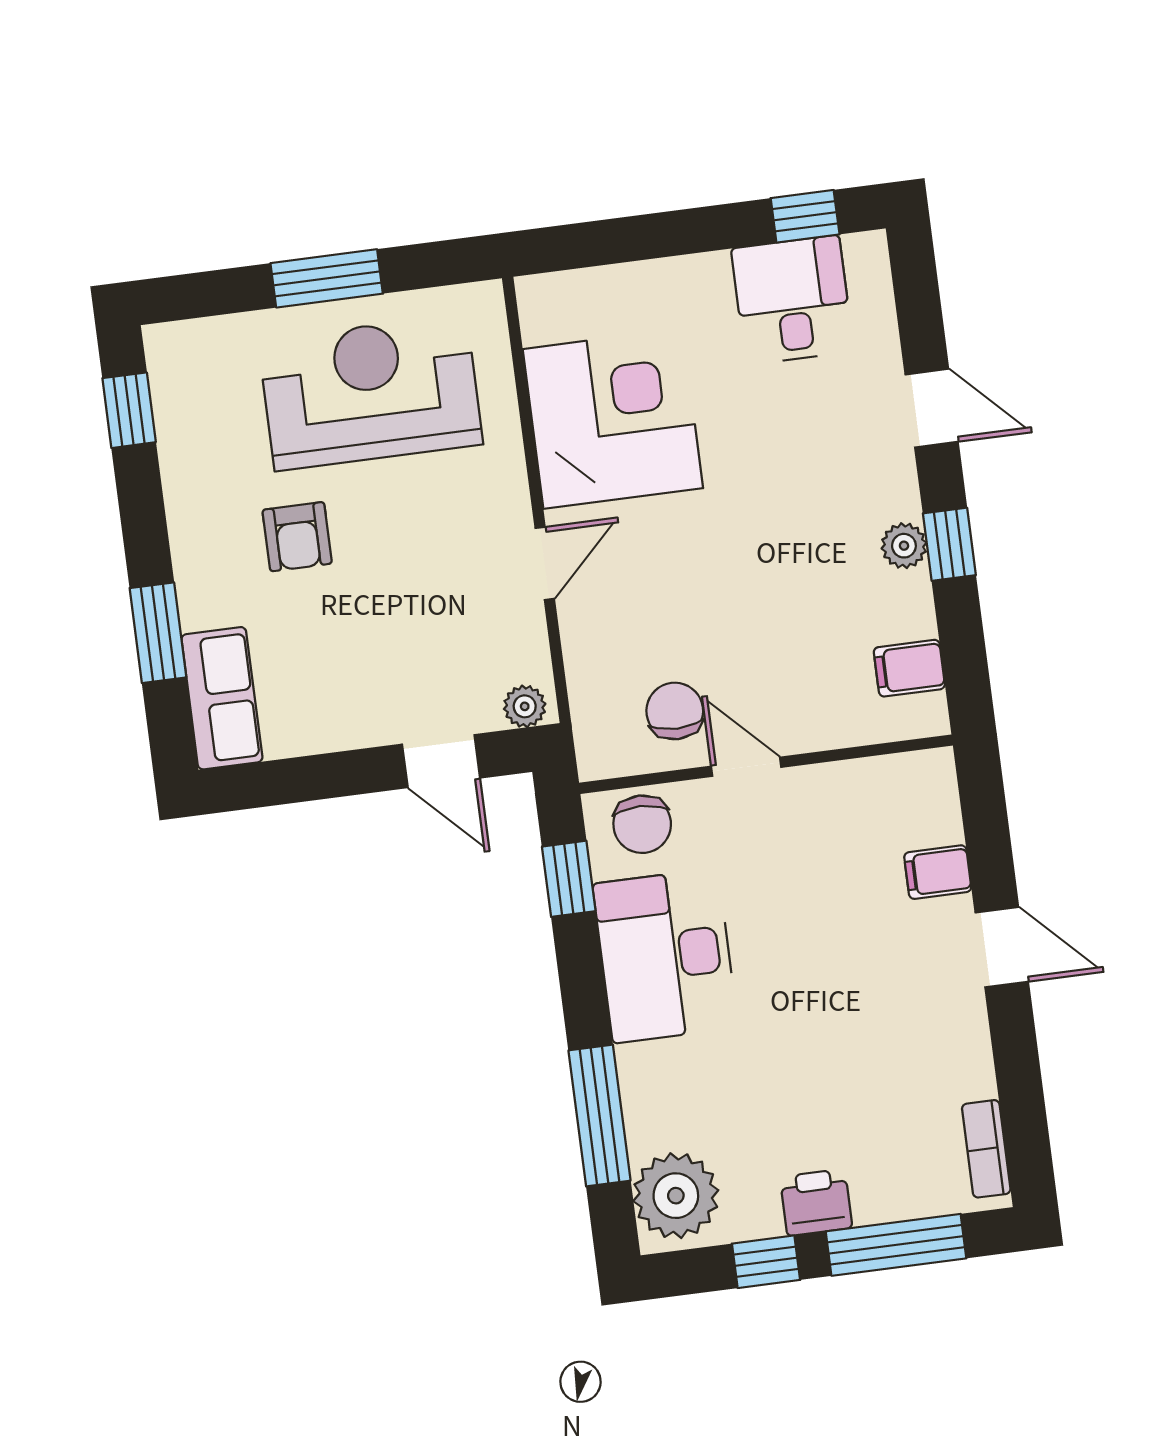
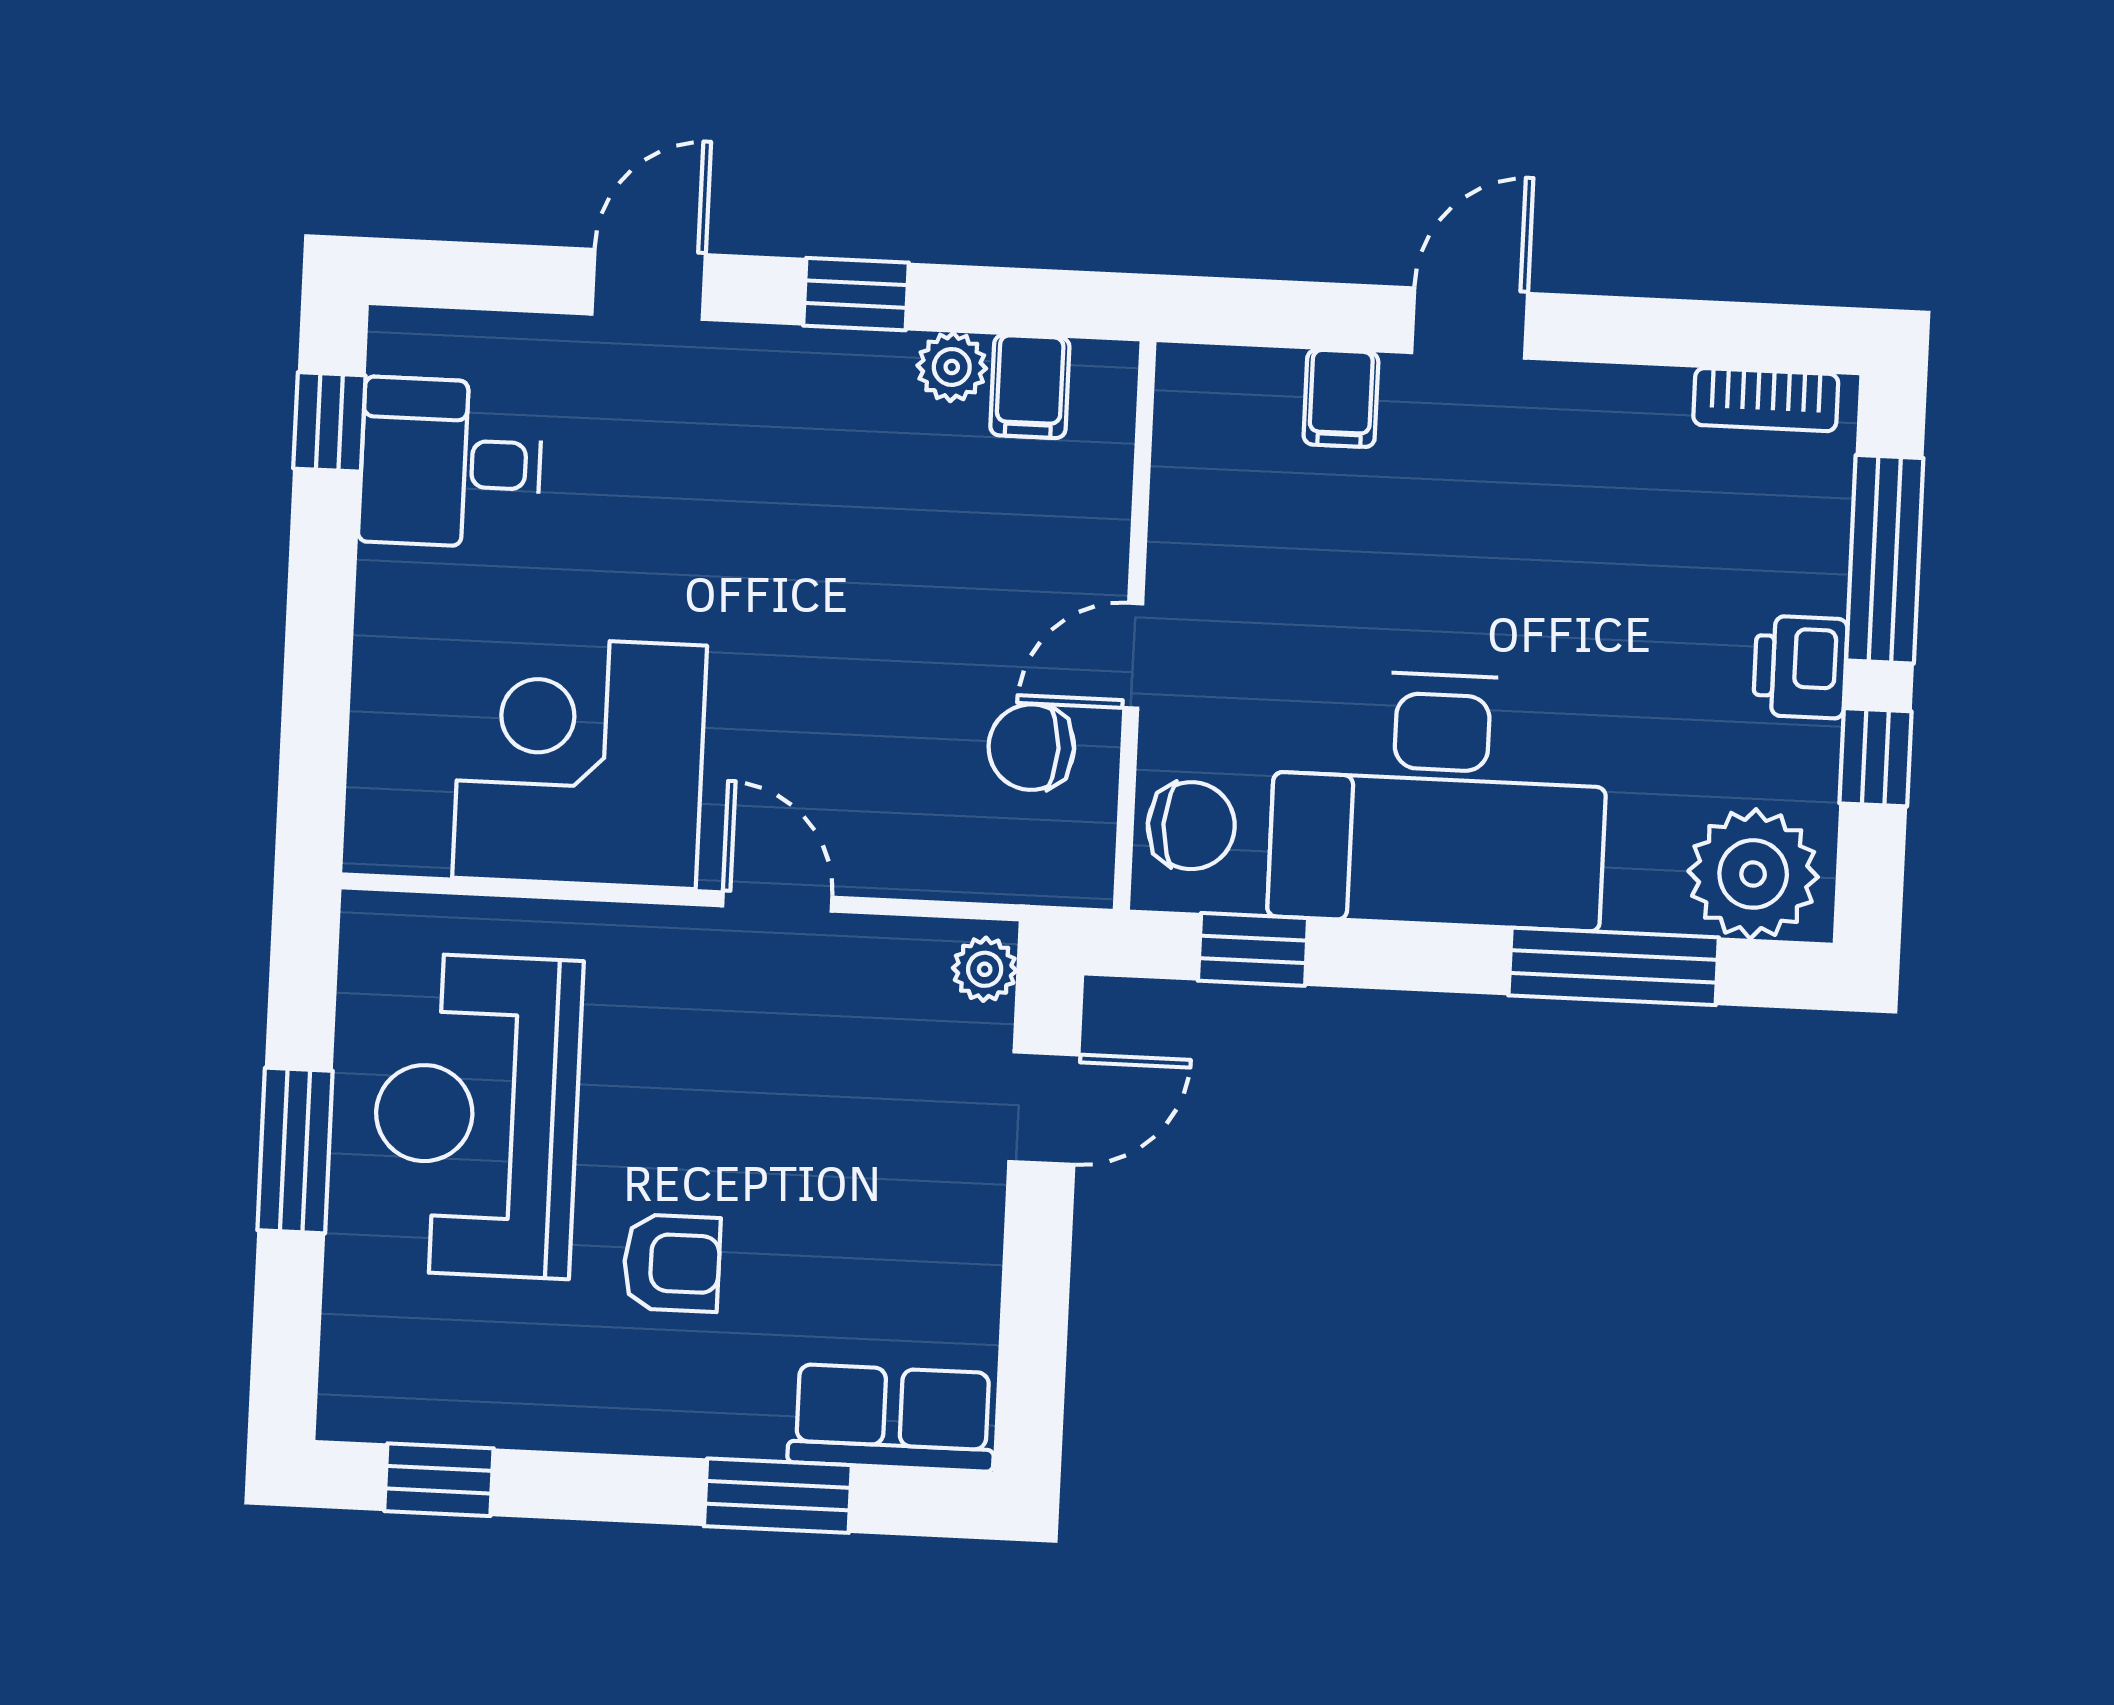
plant: (904, 546) -> (952, 367), moved
desk: (665, 956) -> (1439, 799), width x1.36, depth x1.30

